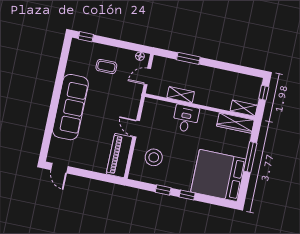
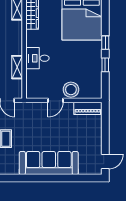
piano: (119, 156) -> (88, 108), width x0.73, depth x0.75
stool: (154, 157) -> (71, 90), moved

